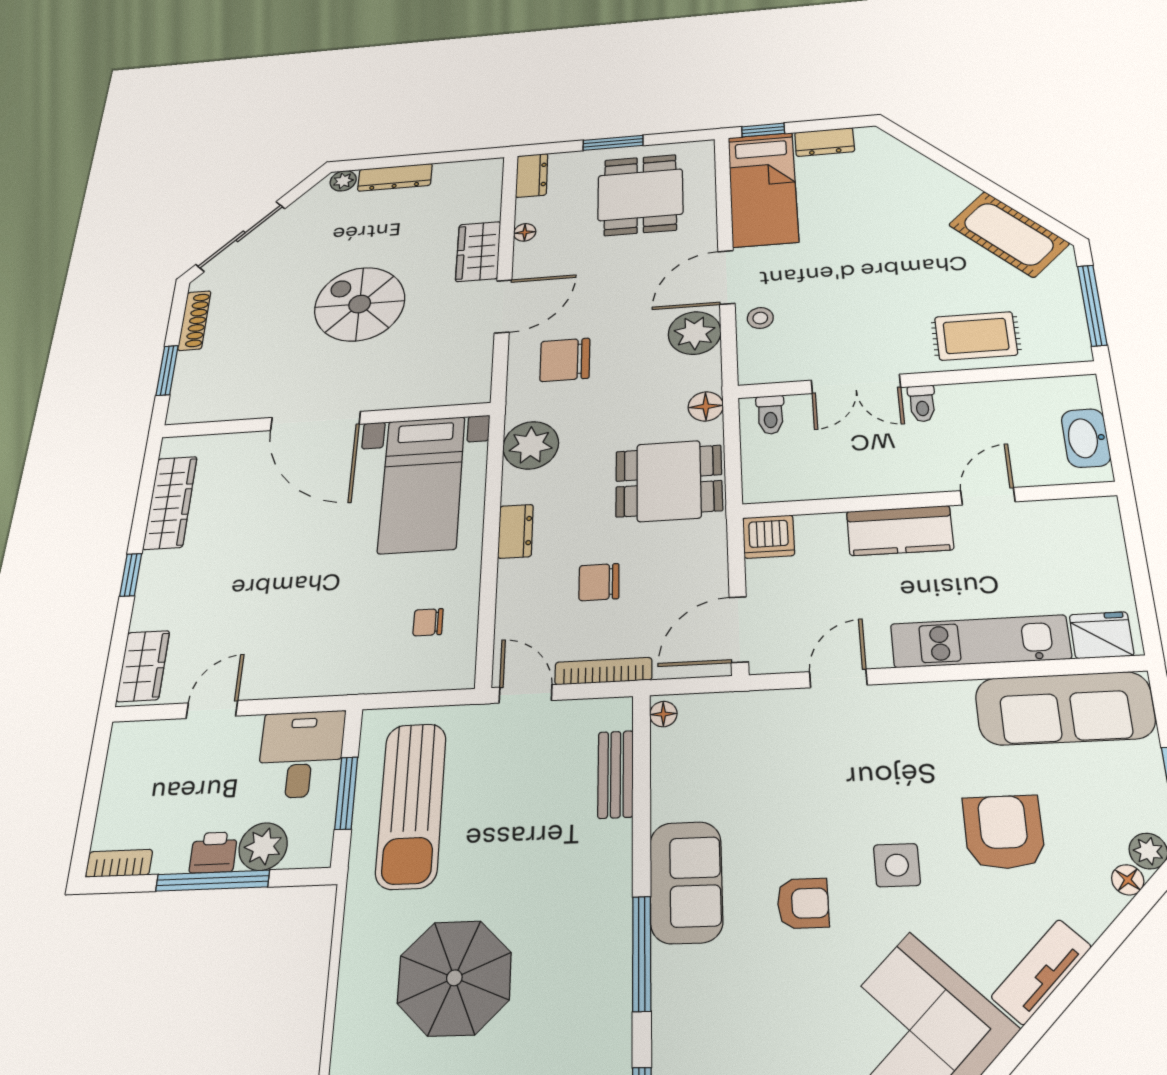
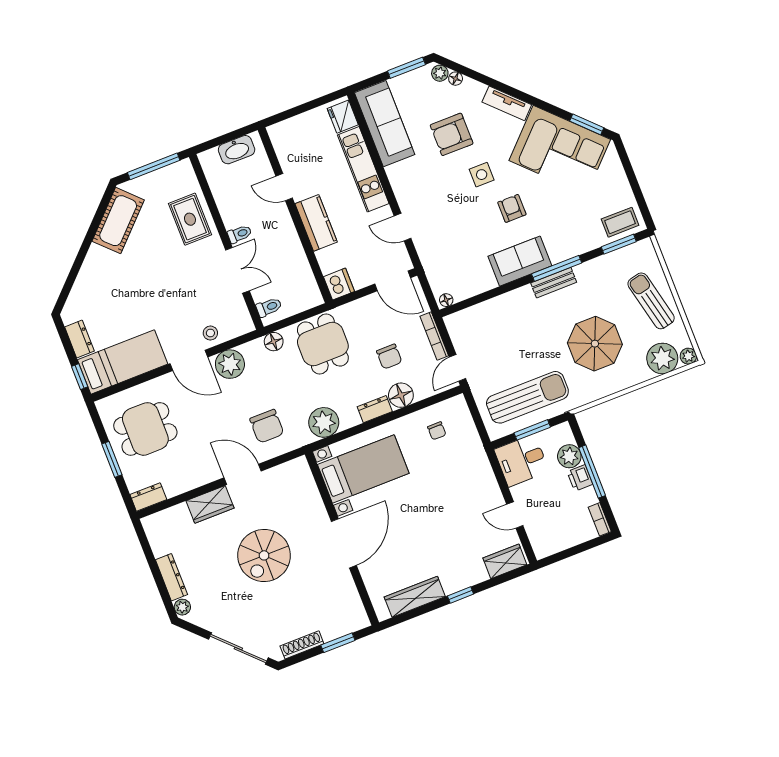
floor lamp: (525, 232) -> (401, 395), moved, width x1.89, depth x1.89
bench: (616, 774) -> (554, 283), moved

